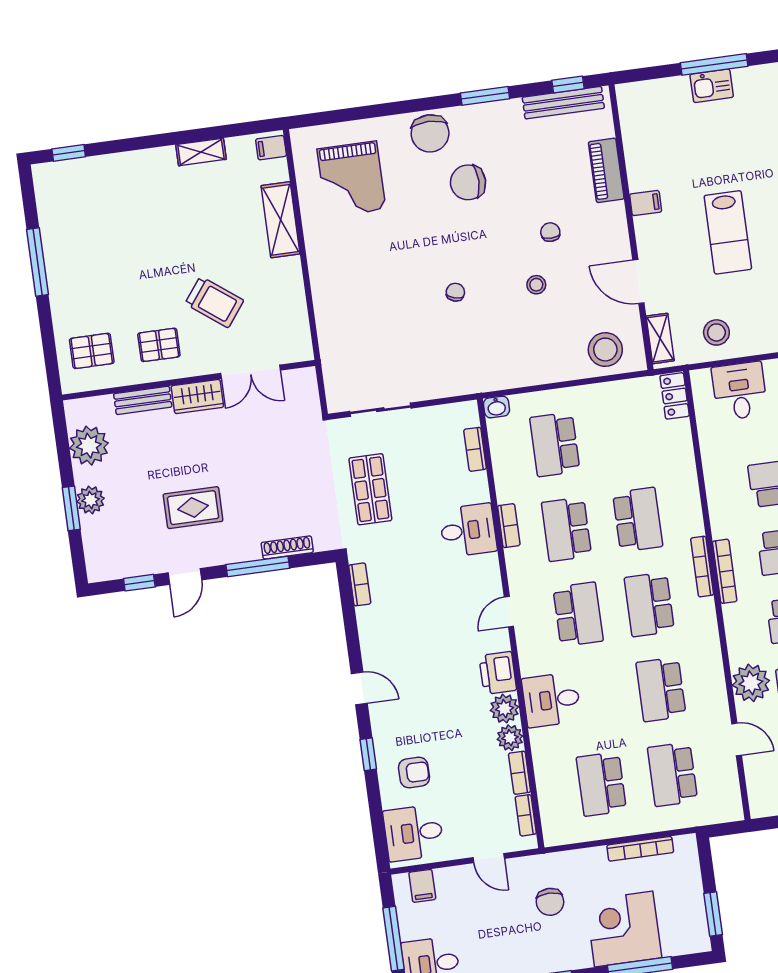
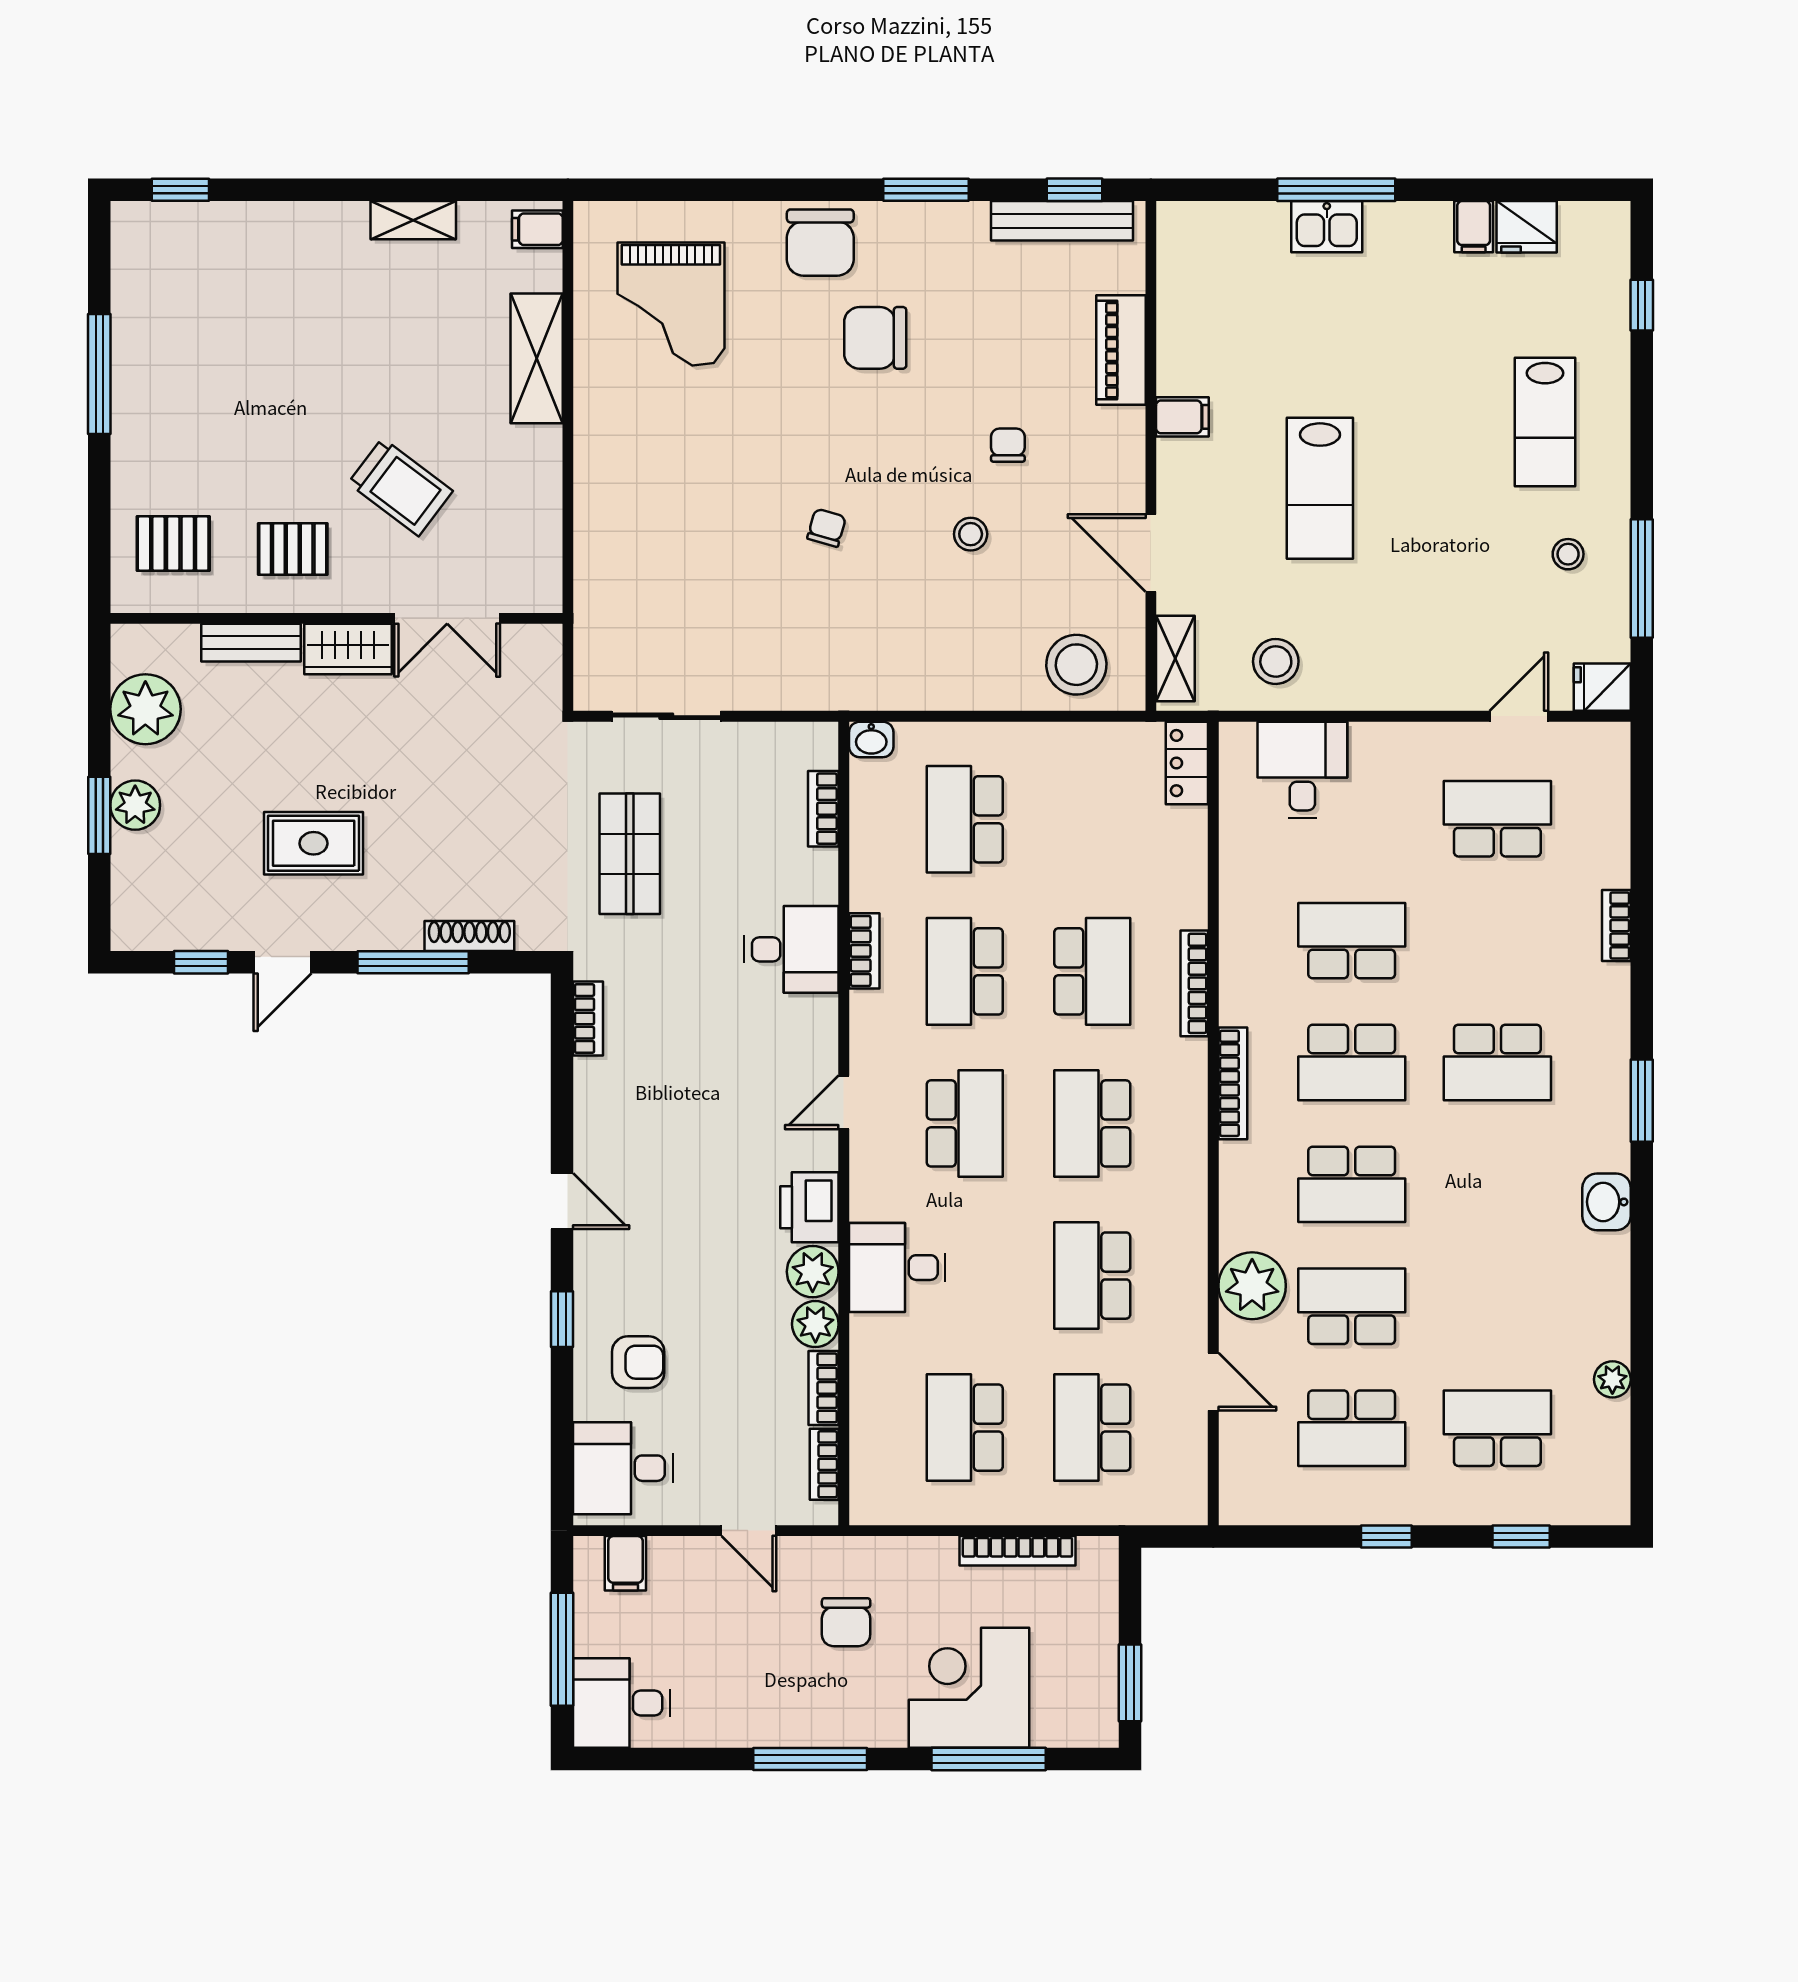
bookcase: (702, 567) -> (1194, 983), moved

